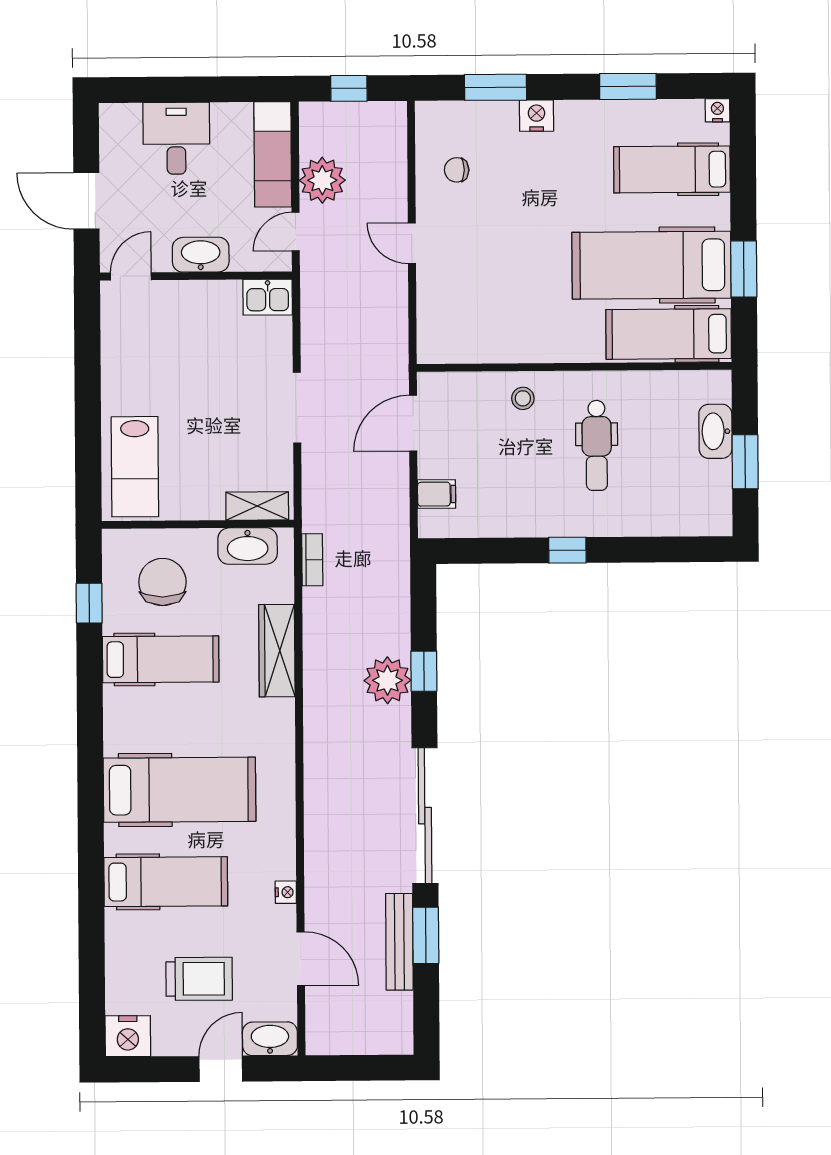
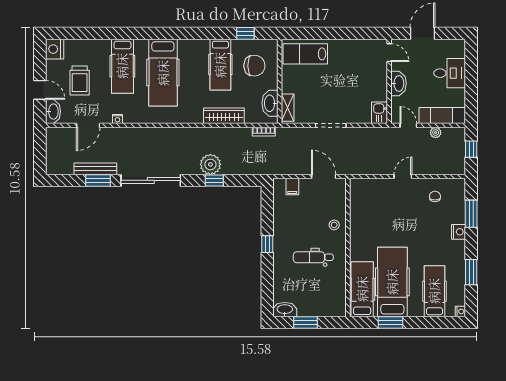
plant: (322, 180) -> (436, 133), width x0.53, depth x0.53
washbasin: (715, 431) -> (285, 310), moved

